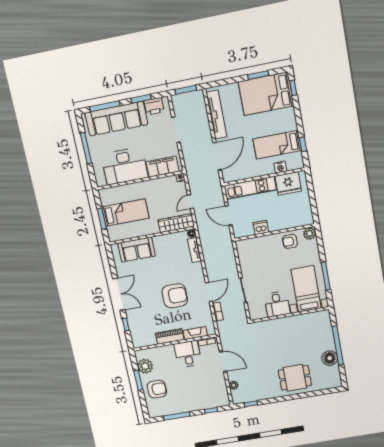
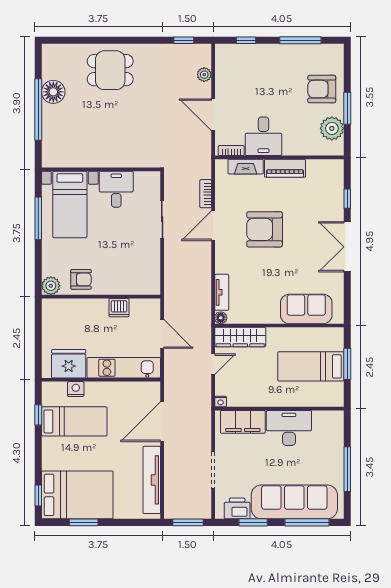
desk: (125, 166) -> (289, 428), width x0.73, depth x0.77

